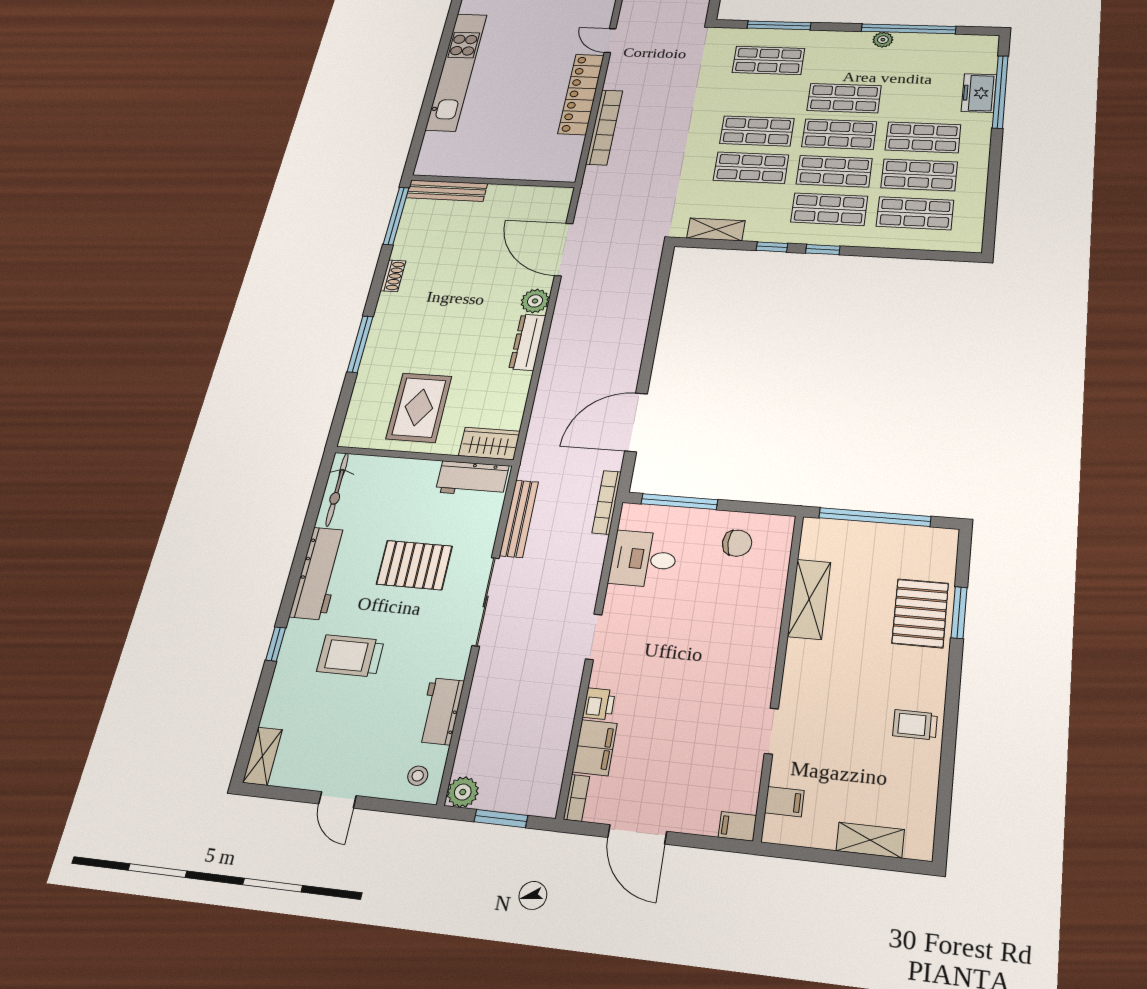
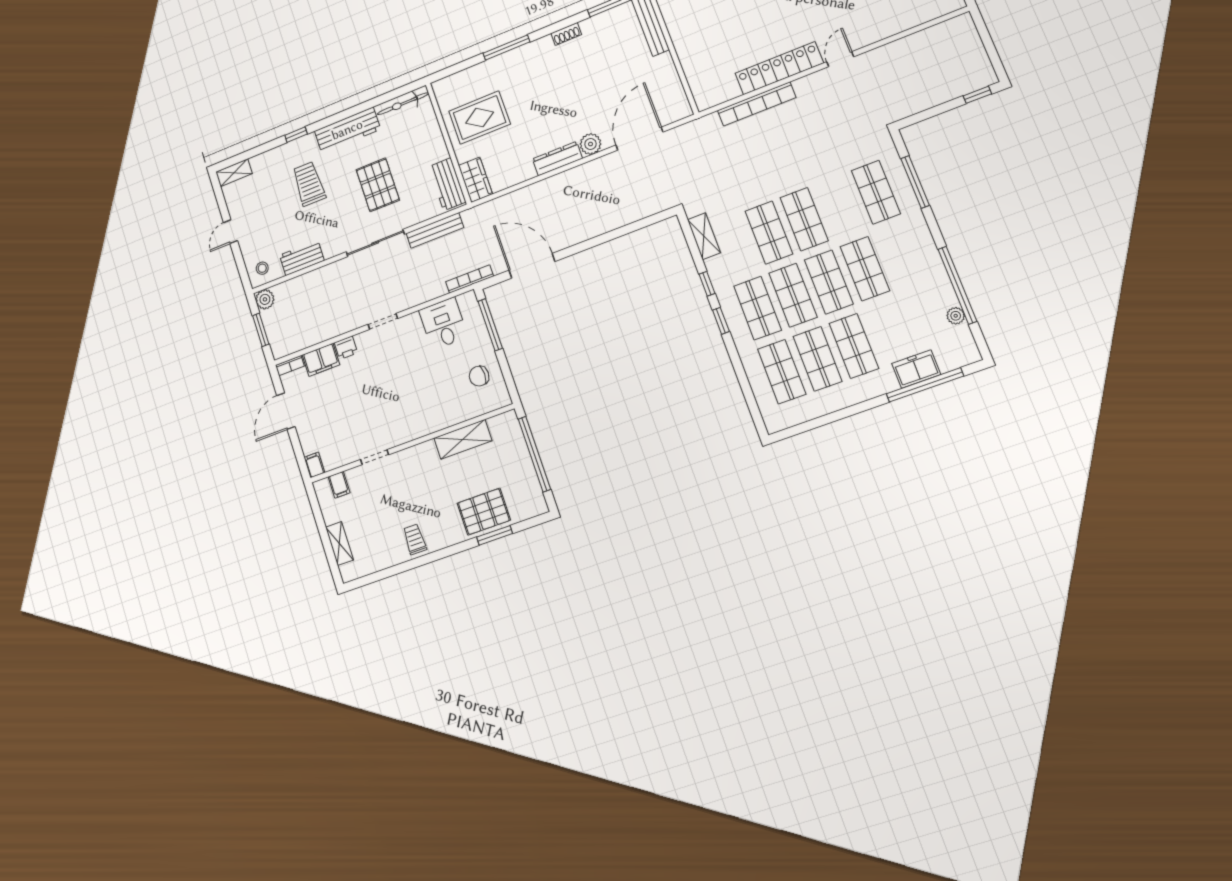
plant: (883, 40) -> (956, 316), moved
chair: (737, 543) -> (479, 376), turned 90

